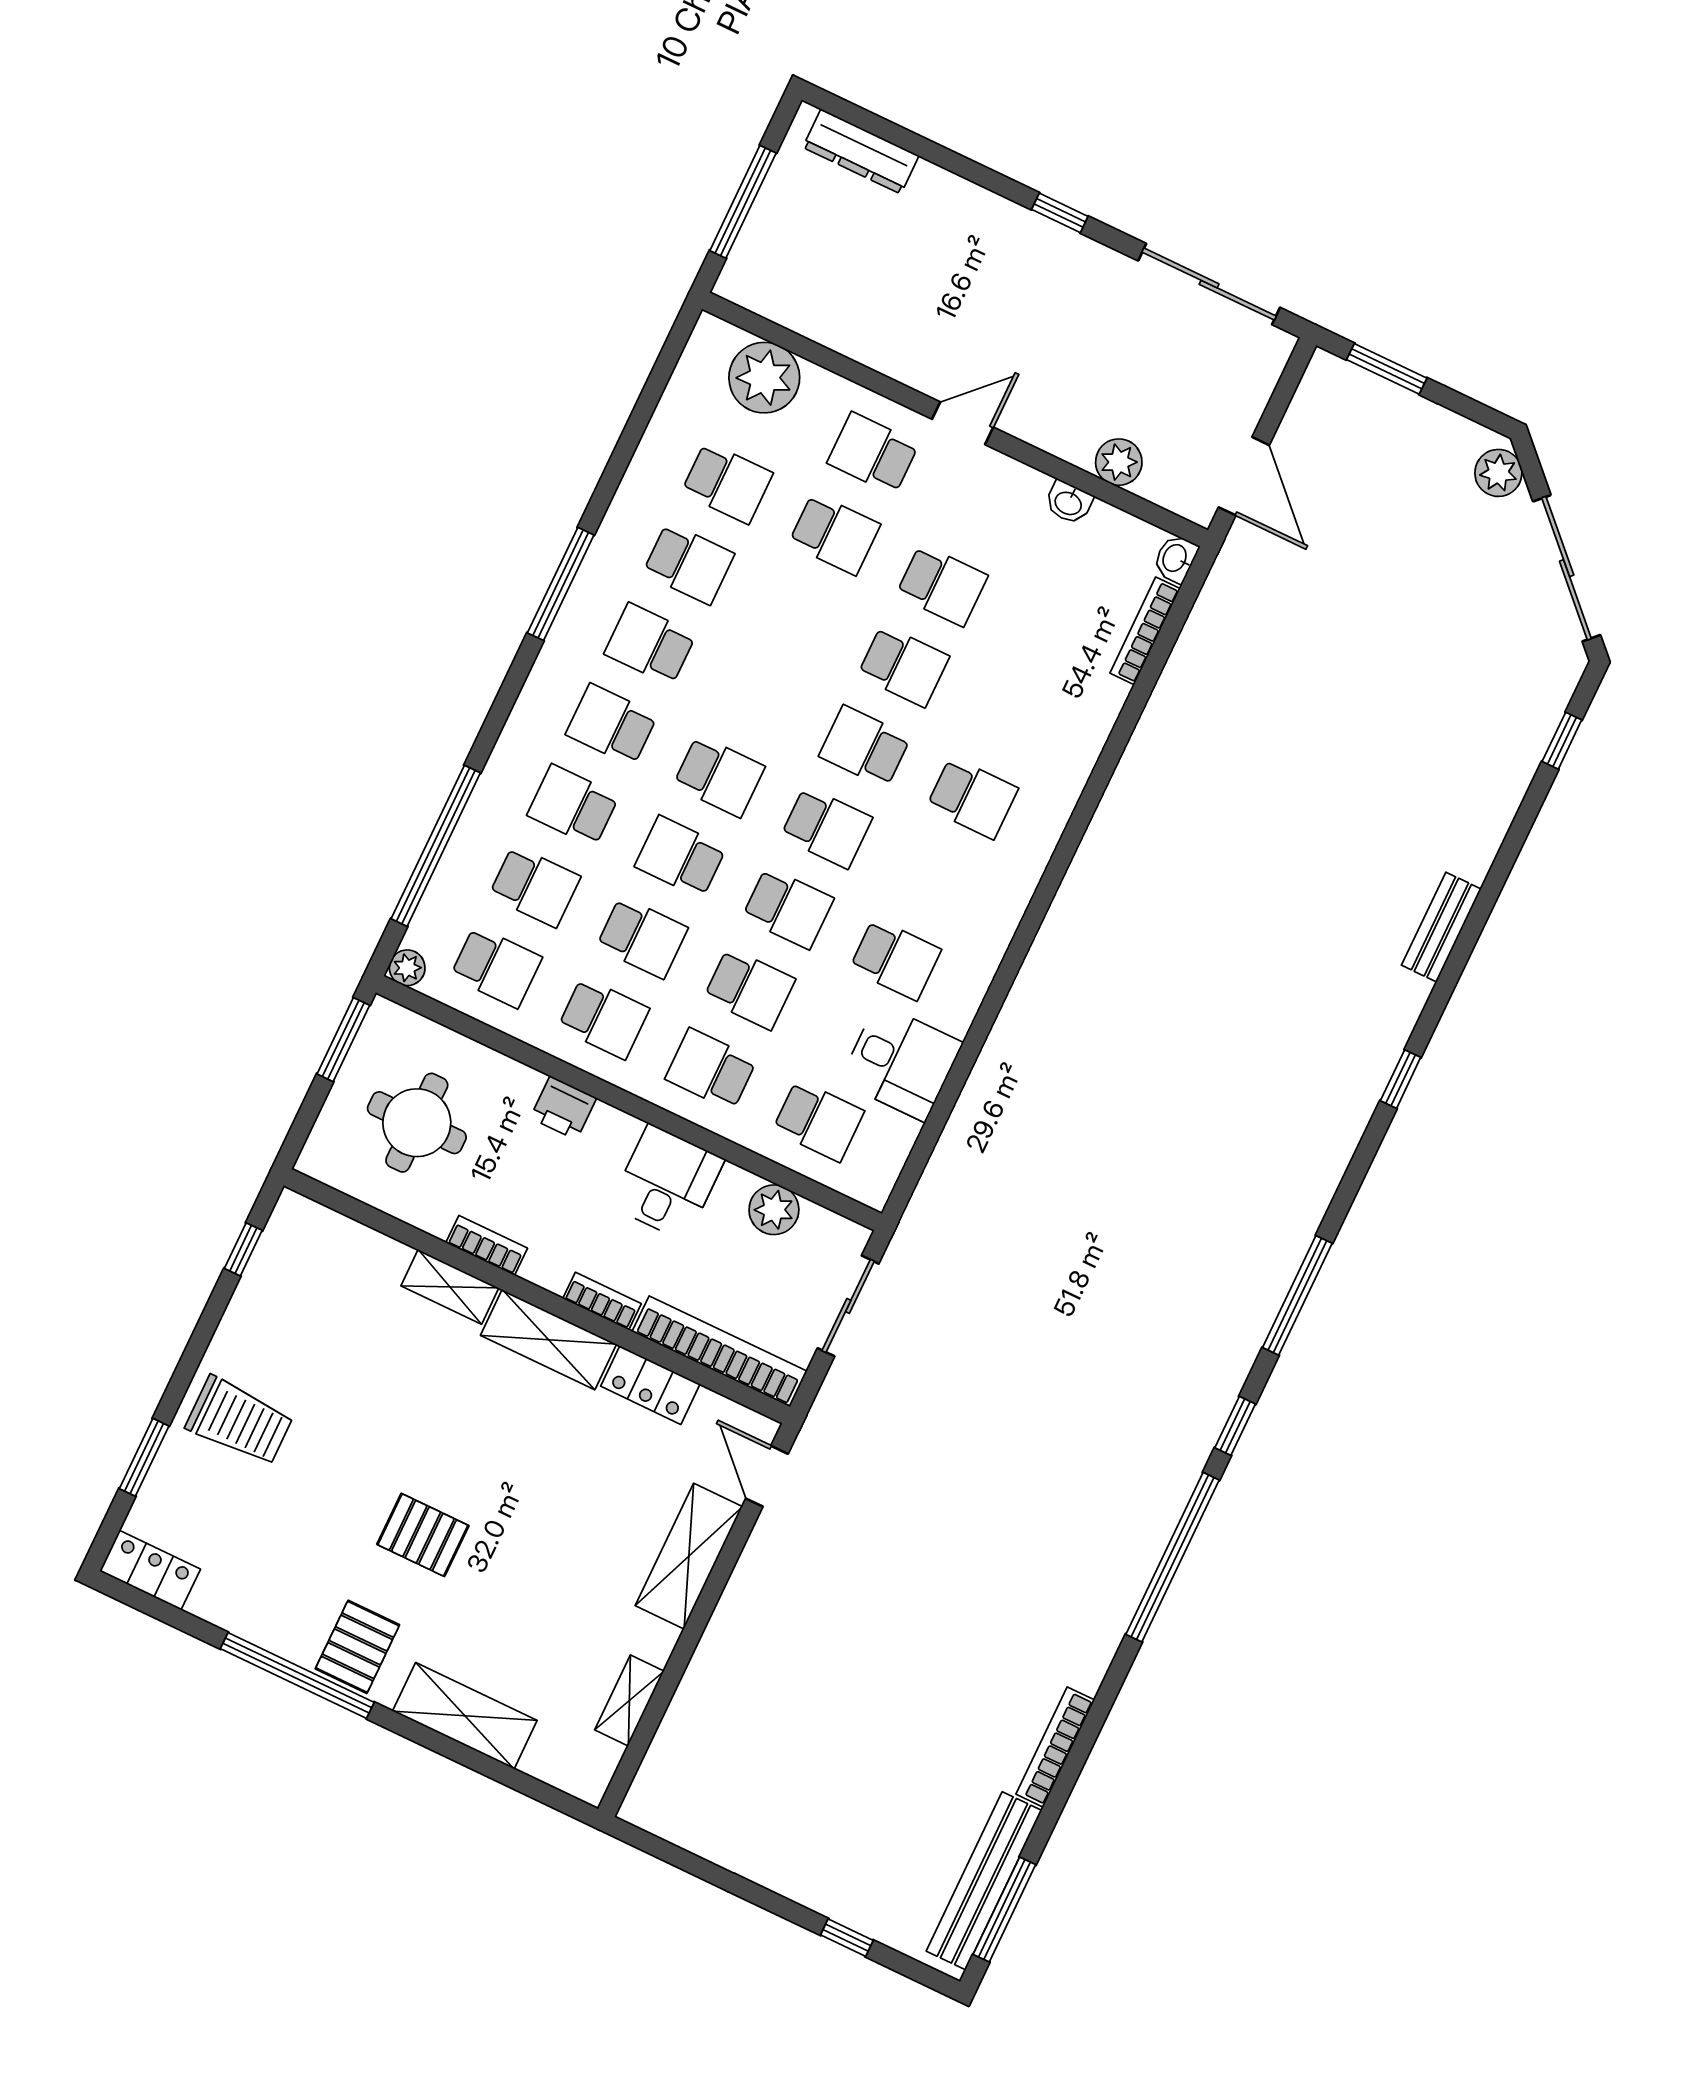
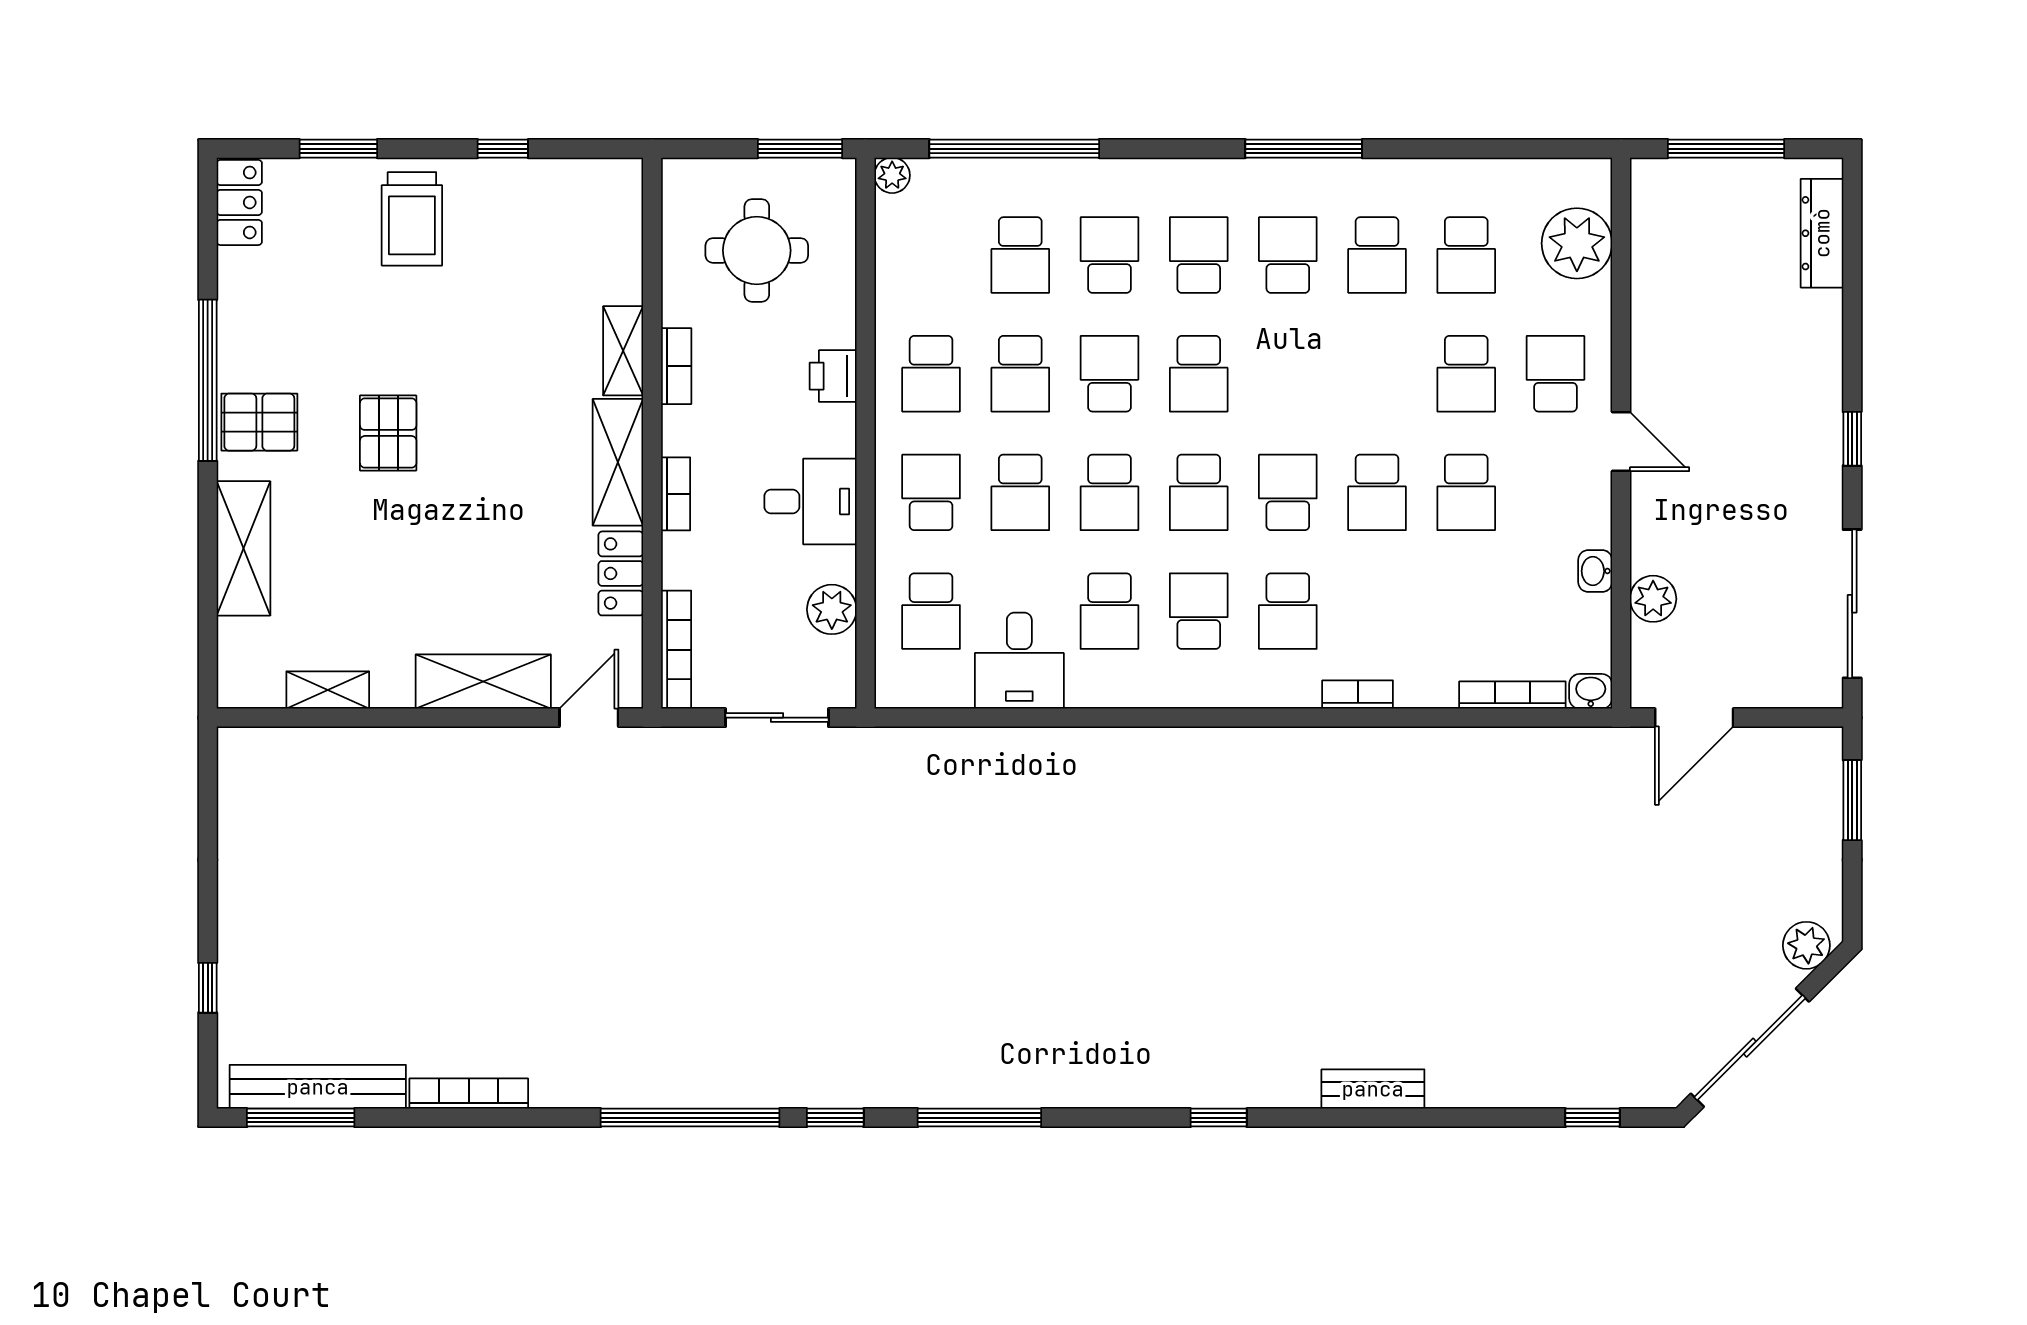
bookcase: (1078, 771) -> (1358, 694), added
school desk: (496, 967) -> (1199, 611), moved, turned 180
window: (243, 1249) -> (503, 149), moved
bookcase: (720, 1351) -> (676, 650), width x0.68, depth x0.76

